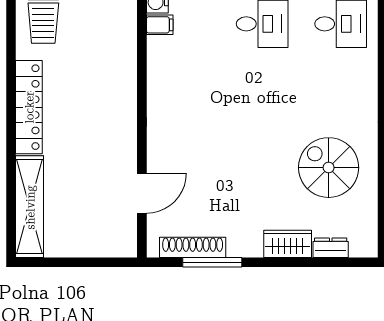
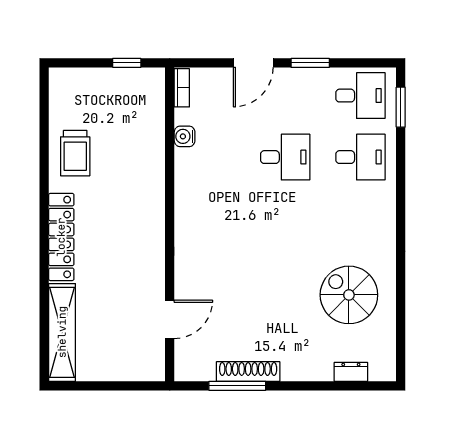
filing cabinet: (160, 25) -> (187, 158), removed
wardrobe: (288, 244) -> (310, 368), removed
shoe rack: (193, 247) -> (248, 372), moved

